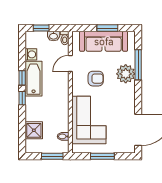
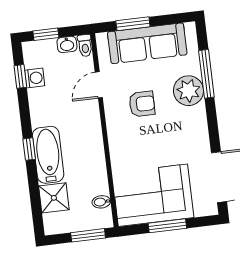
window: (107, 28) -> (133, 24), moved
window: (22, 78) -> (20, 76), moved
bathtub: (34, 79) -> (48, 155), moved
corner sofa: (89, 120) -> (153, 195), moved, turned -90

